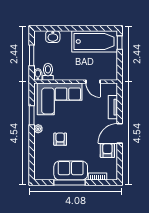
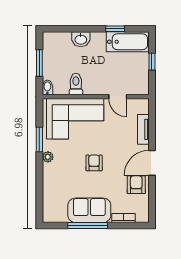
window: (91, 28) -> (115, 29), added
washbasin: (53, 37) -> (81, 39), moved
bathtub: (95, 41) -> (128, 42), width x0.73, depth x0.73
window: (120, 43) -> (152, 62), moved
toilet: (48, 72) -> (76, 84), moved
armchair: (60, 139) -> (94, 163), moved

